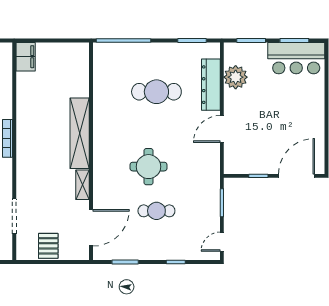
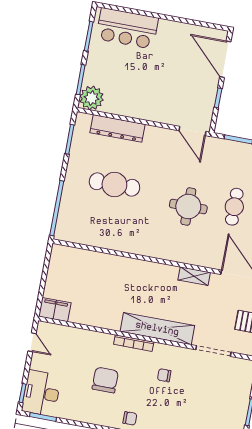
bar counter: (296, 58) -> (127, 28), moved, turned 90
plant: (236, 77) -> (92, 98), moved
cafe table: (156, 92) -> (114, 184), turned 90
door: (222, 129) -> (192, 131), moved
shelving: (80, 133) -> (157, 329), moved

